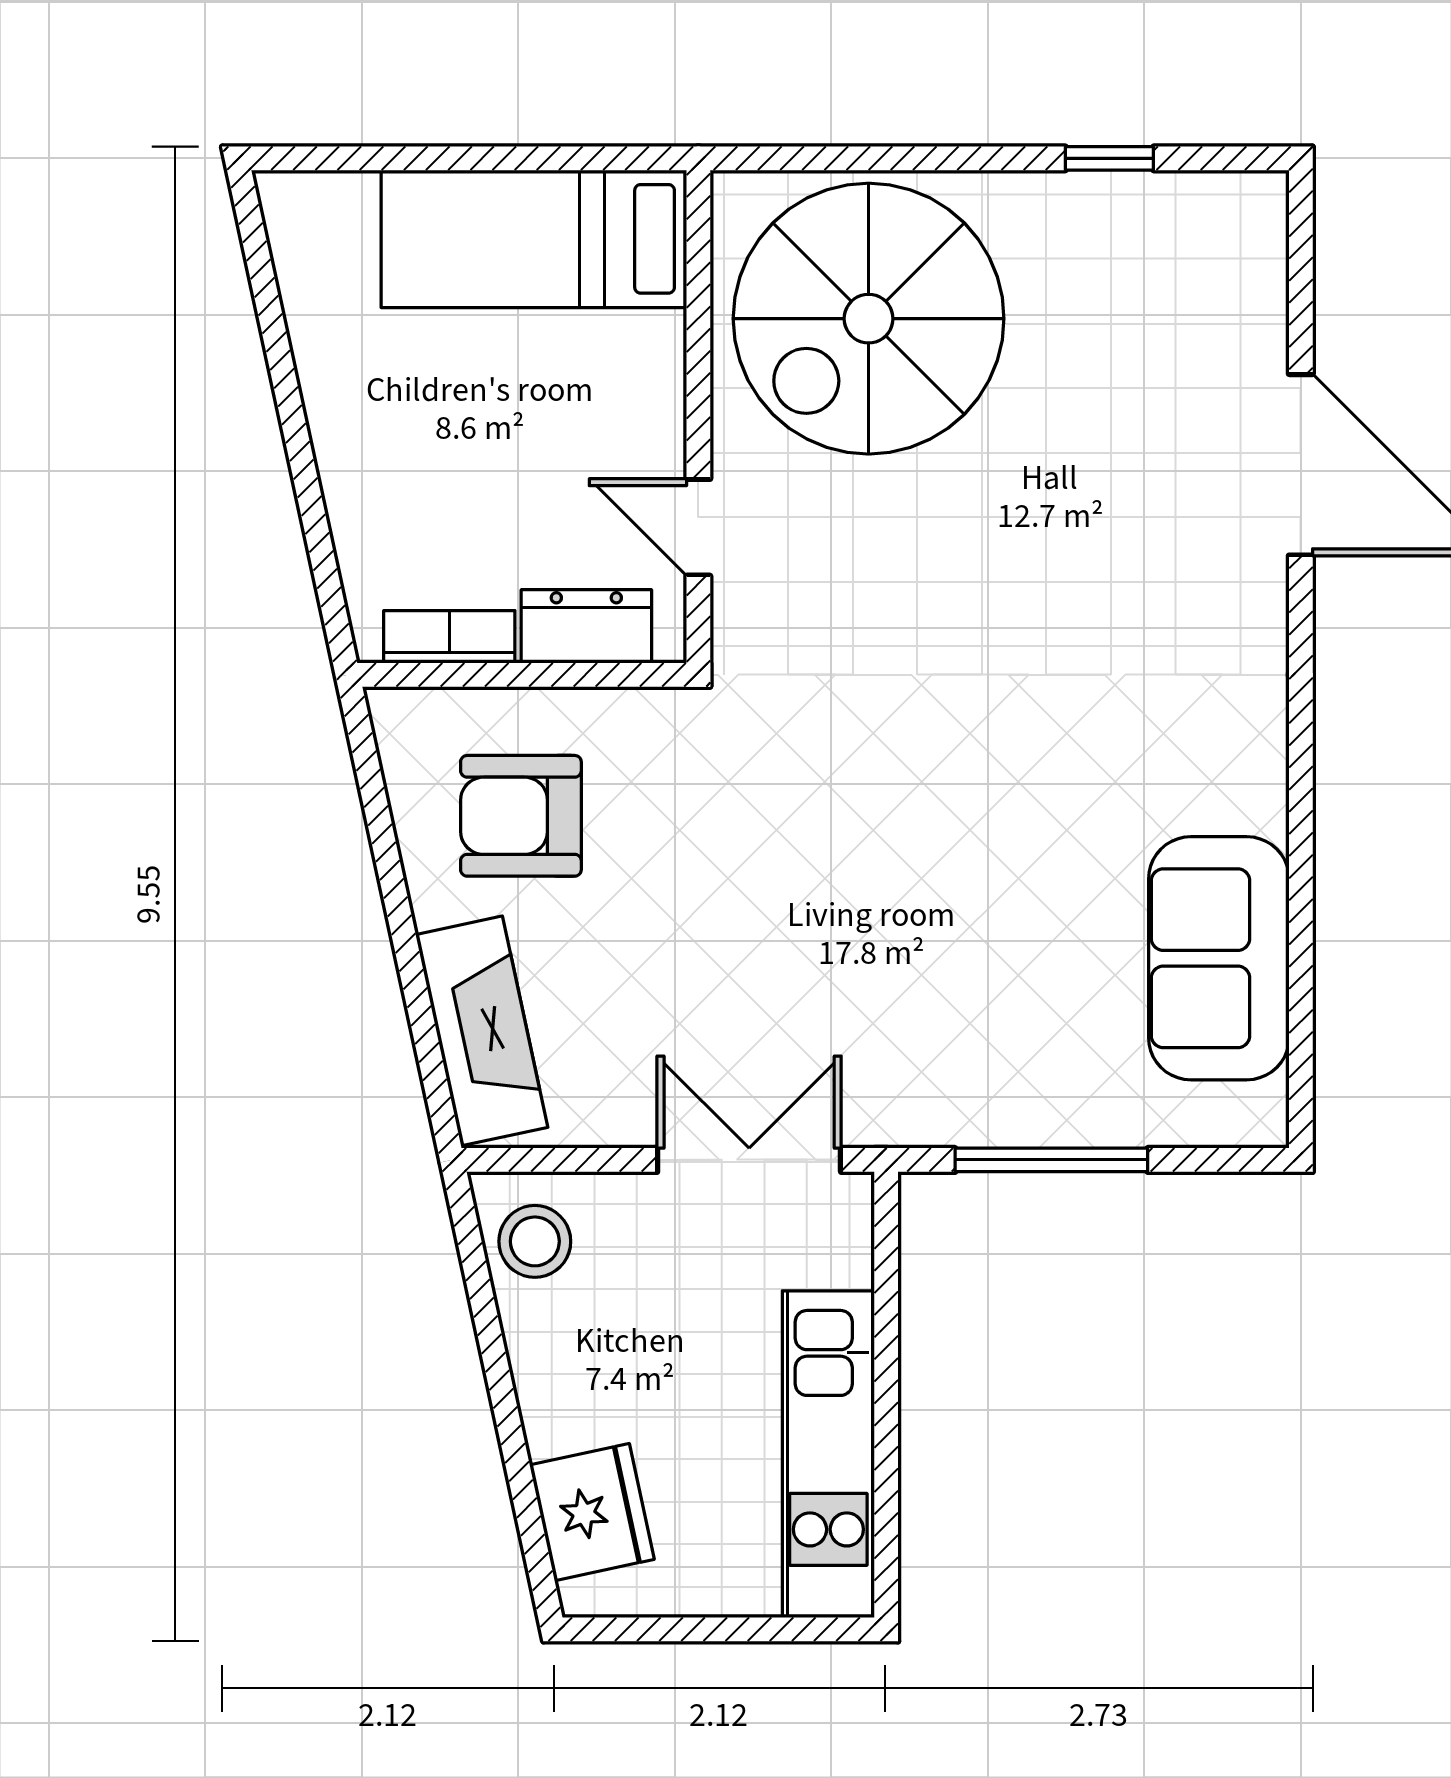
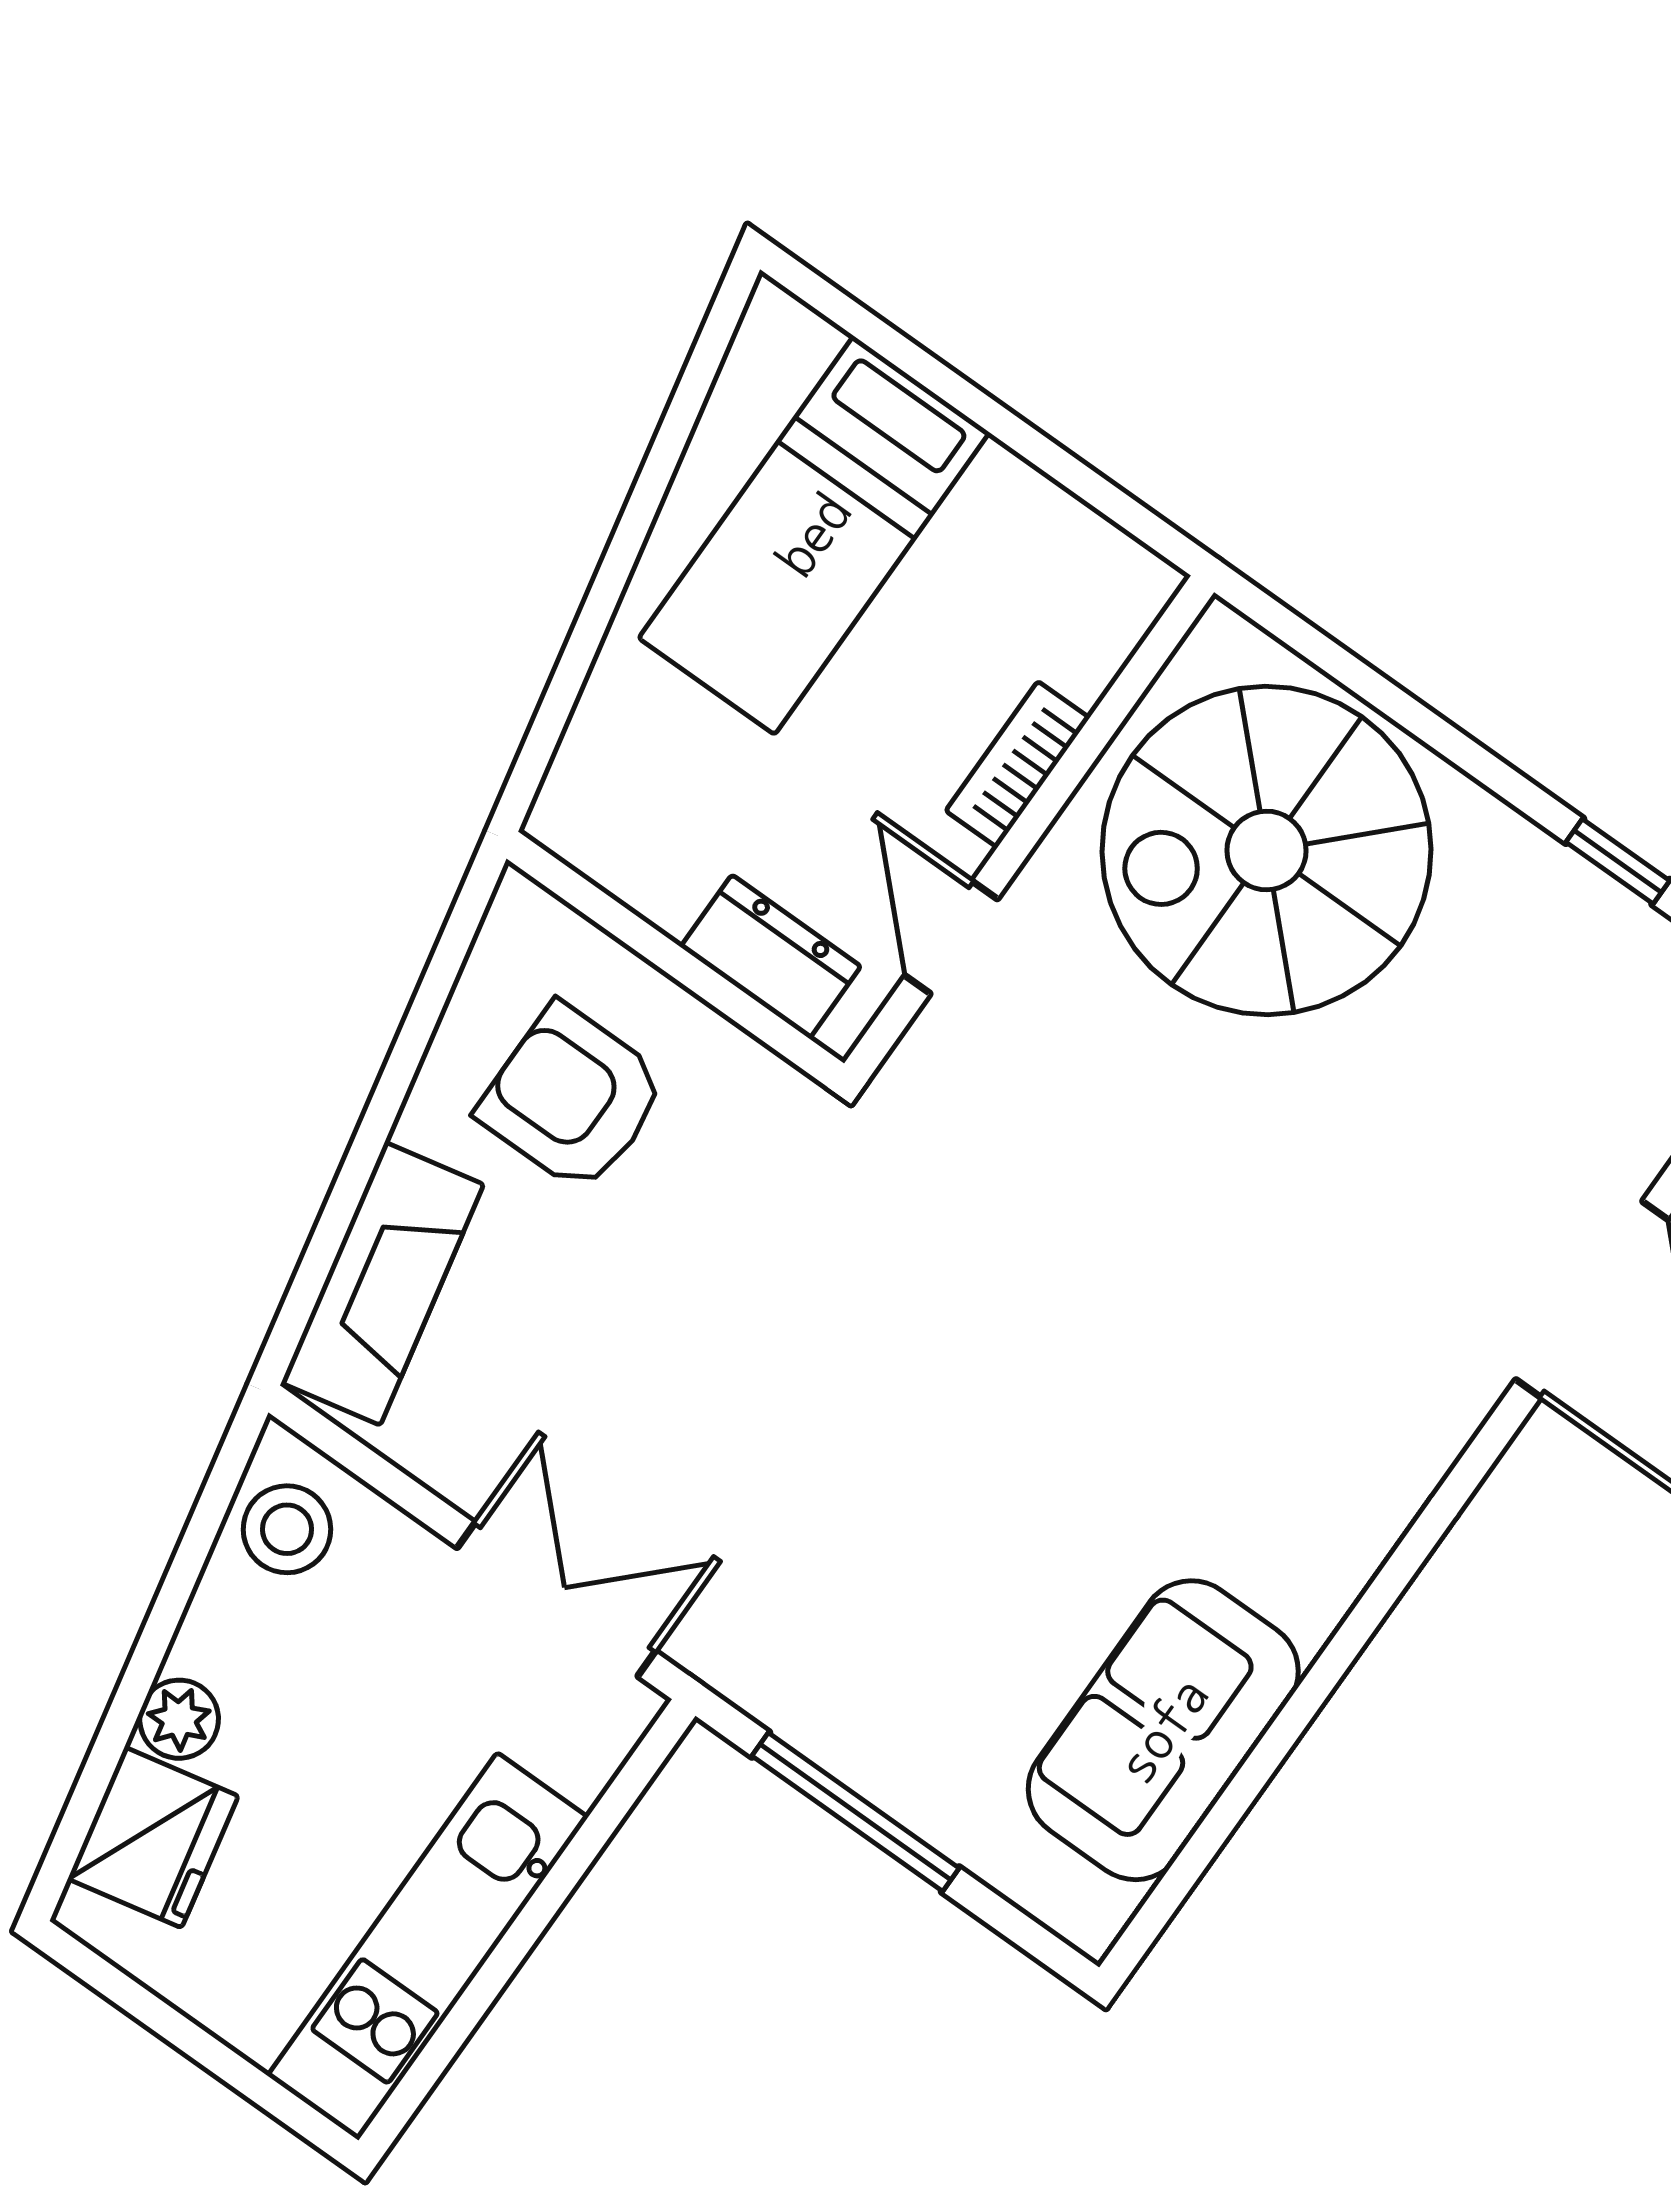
bed: (534, 239) -> (814, 535), moved, turned -90
bookcase: (449, 637) -> (1018, 764), moved, turned -90
plant: (553, 1420) -> (179, 1719), added

